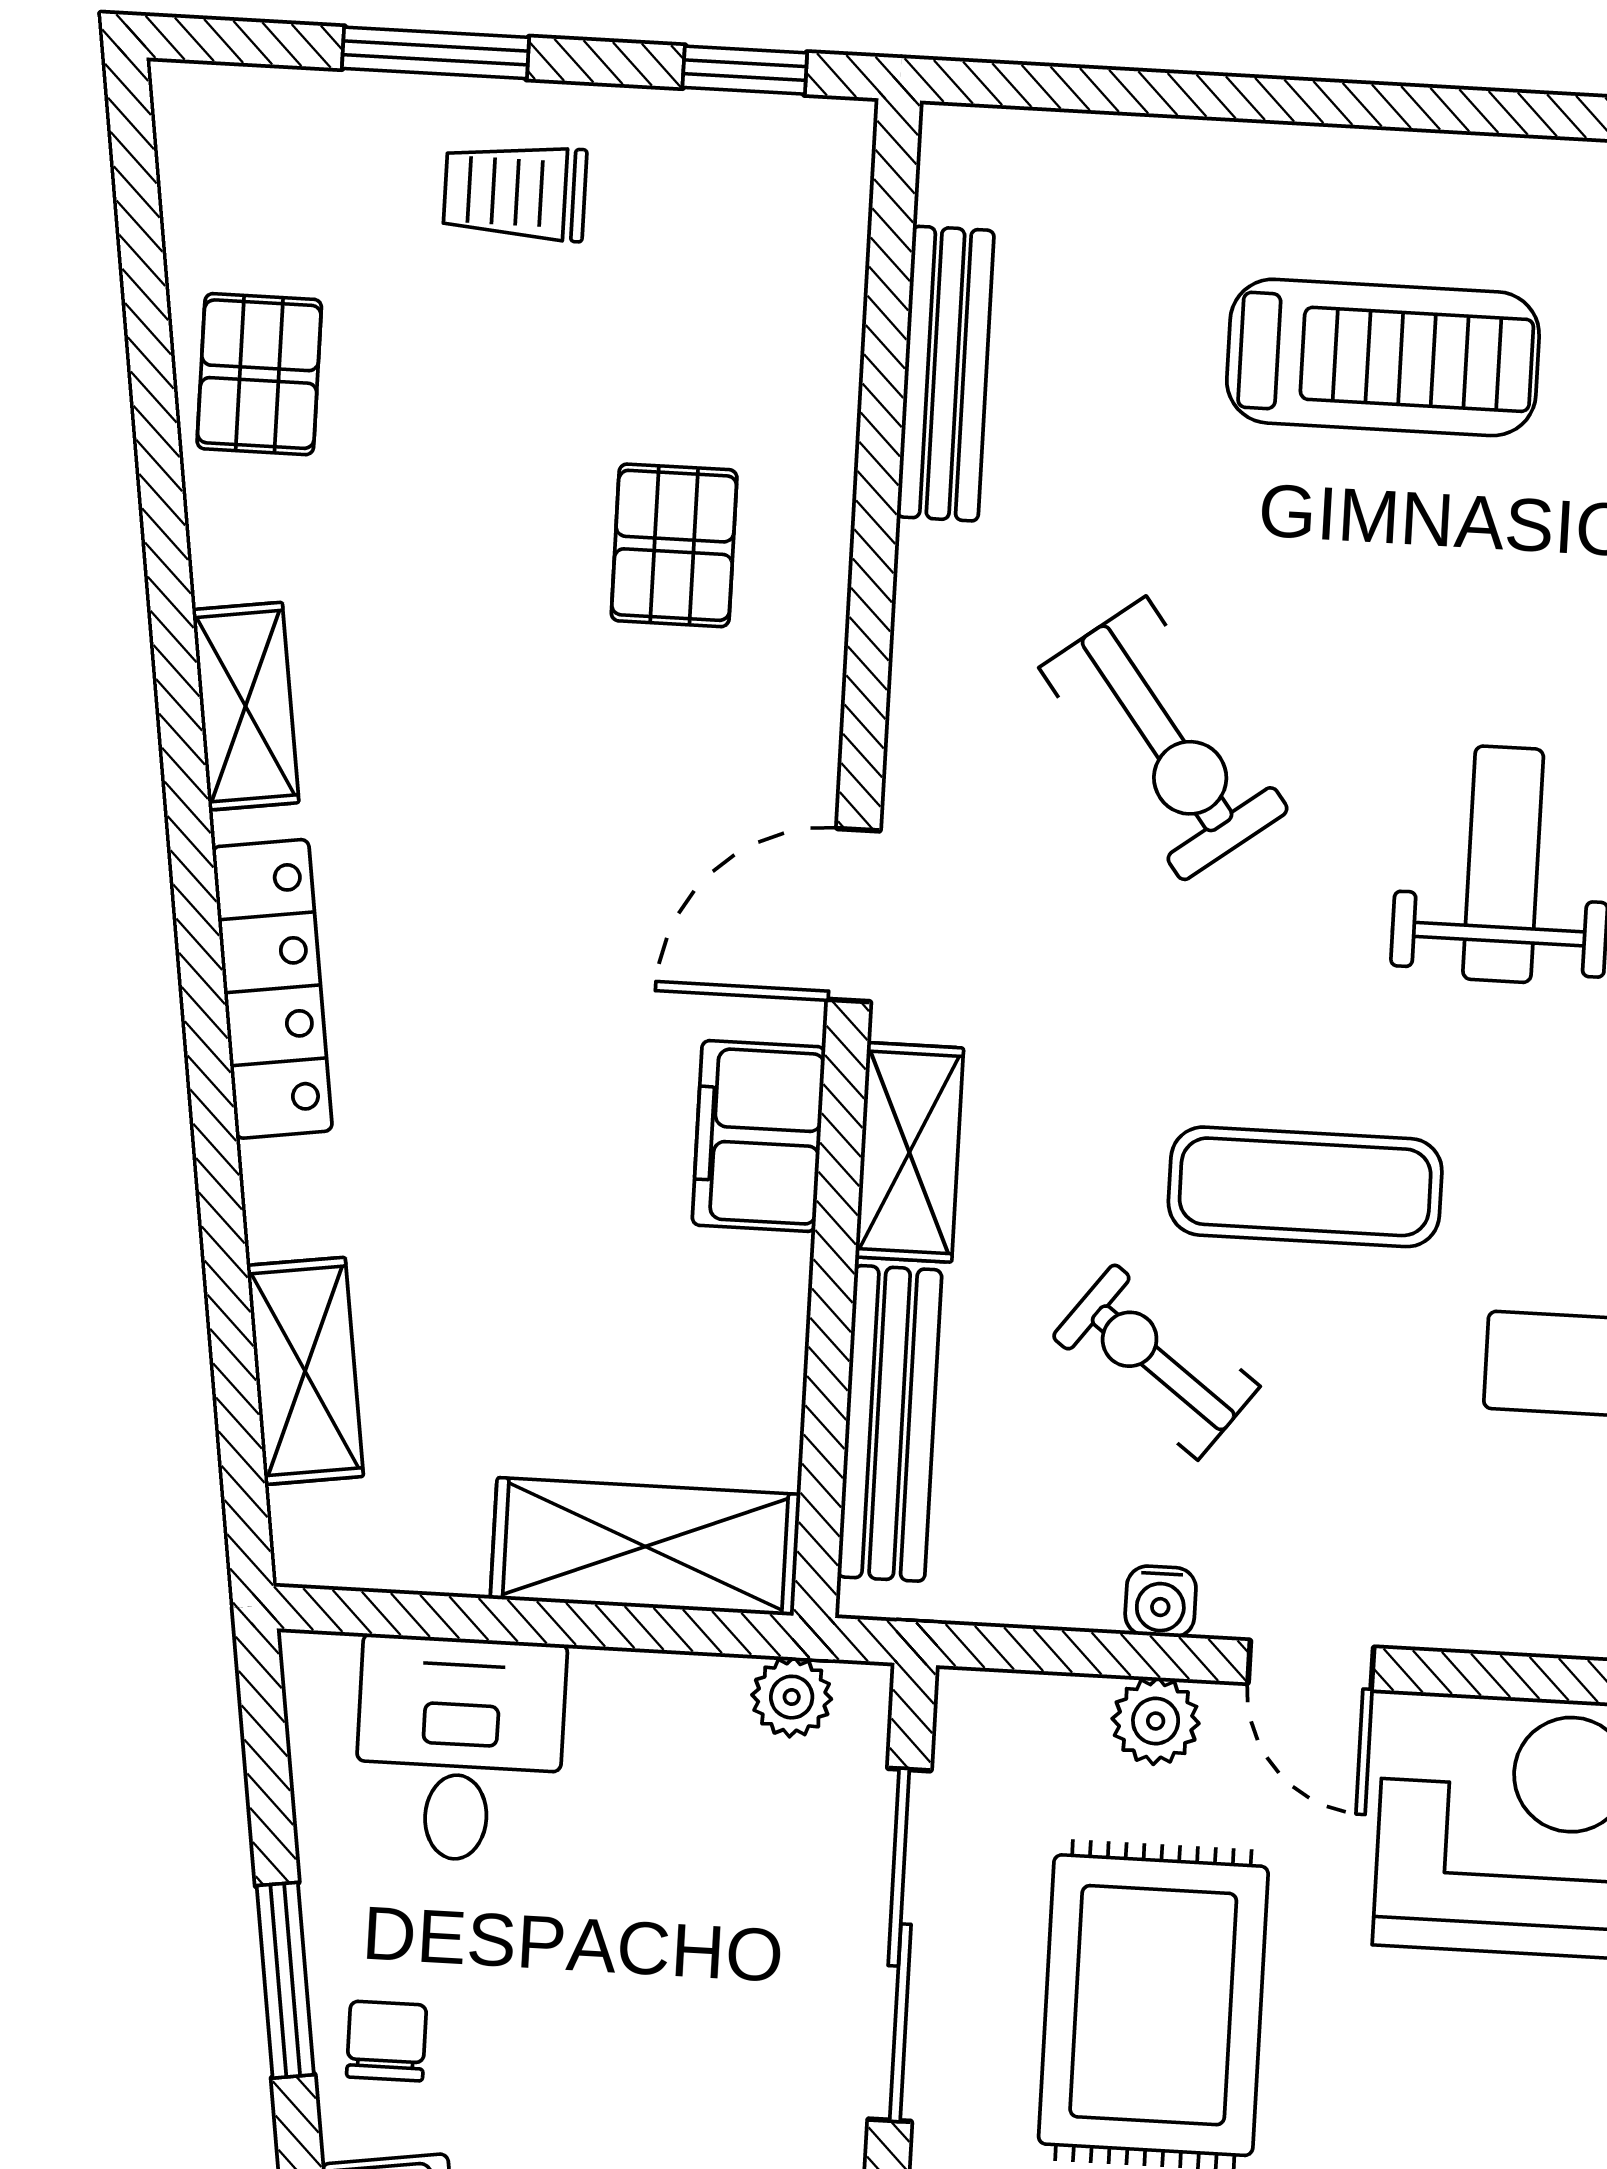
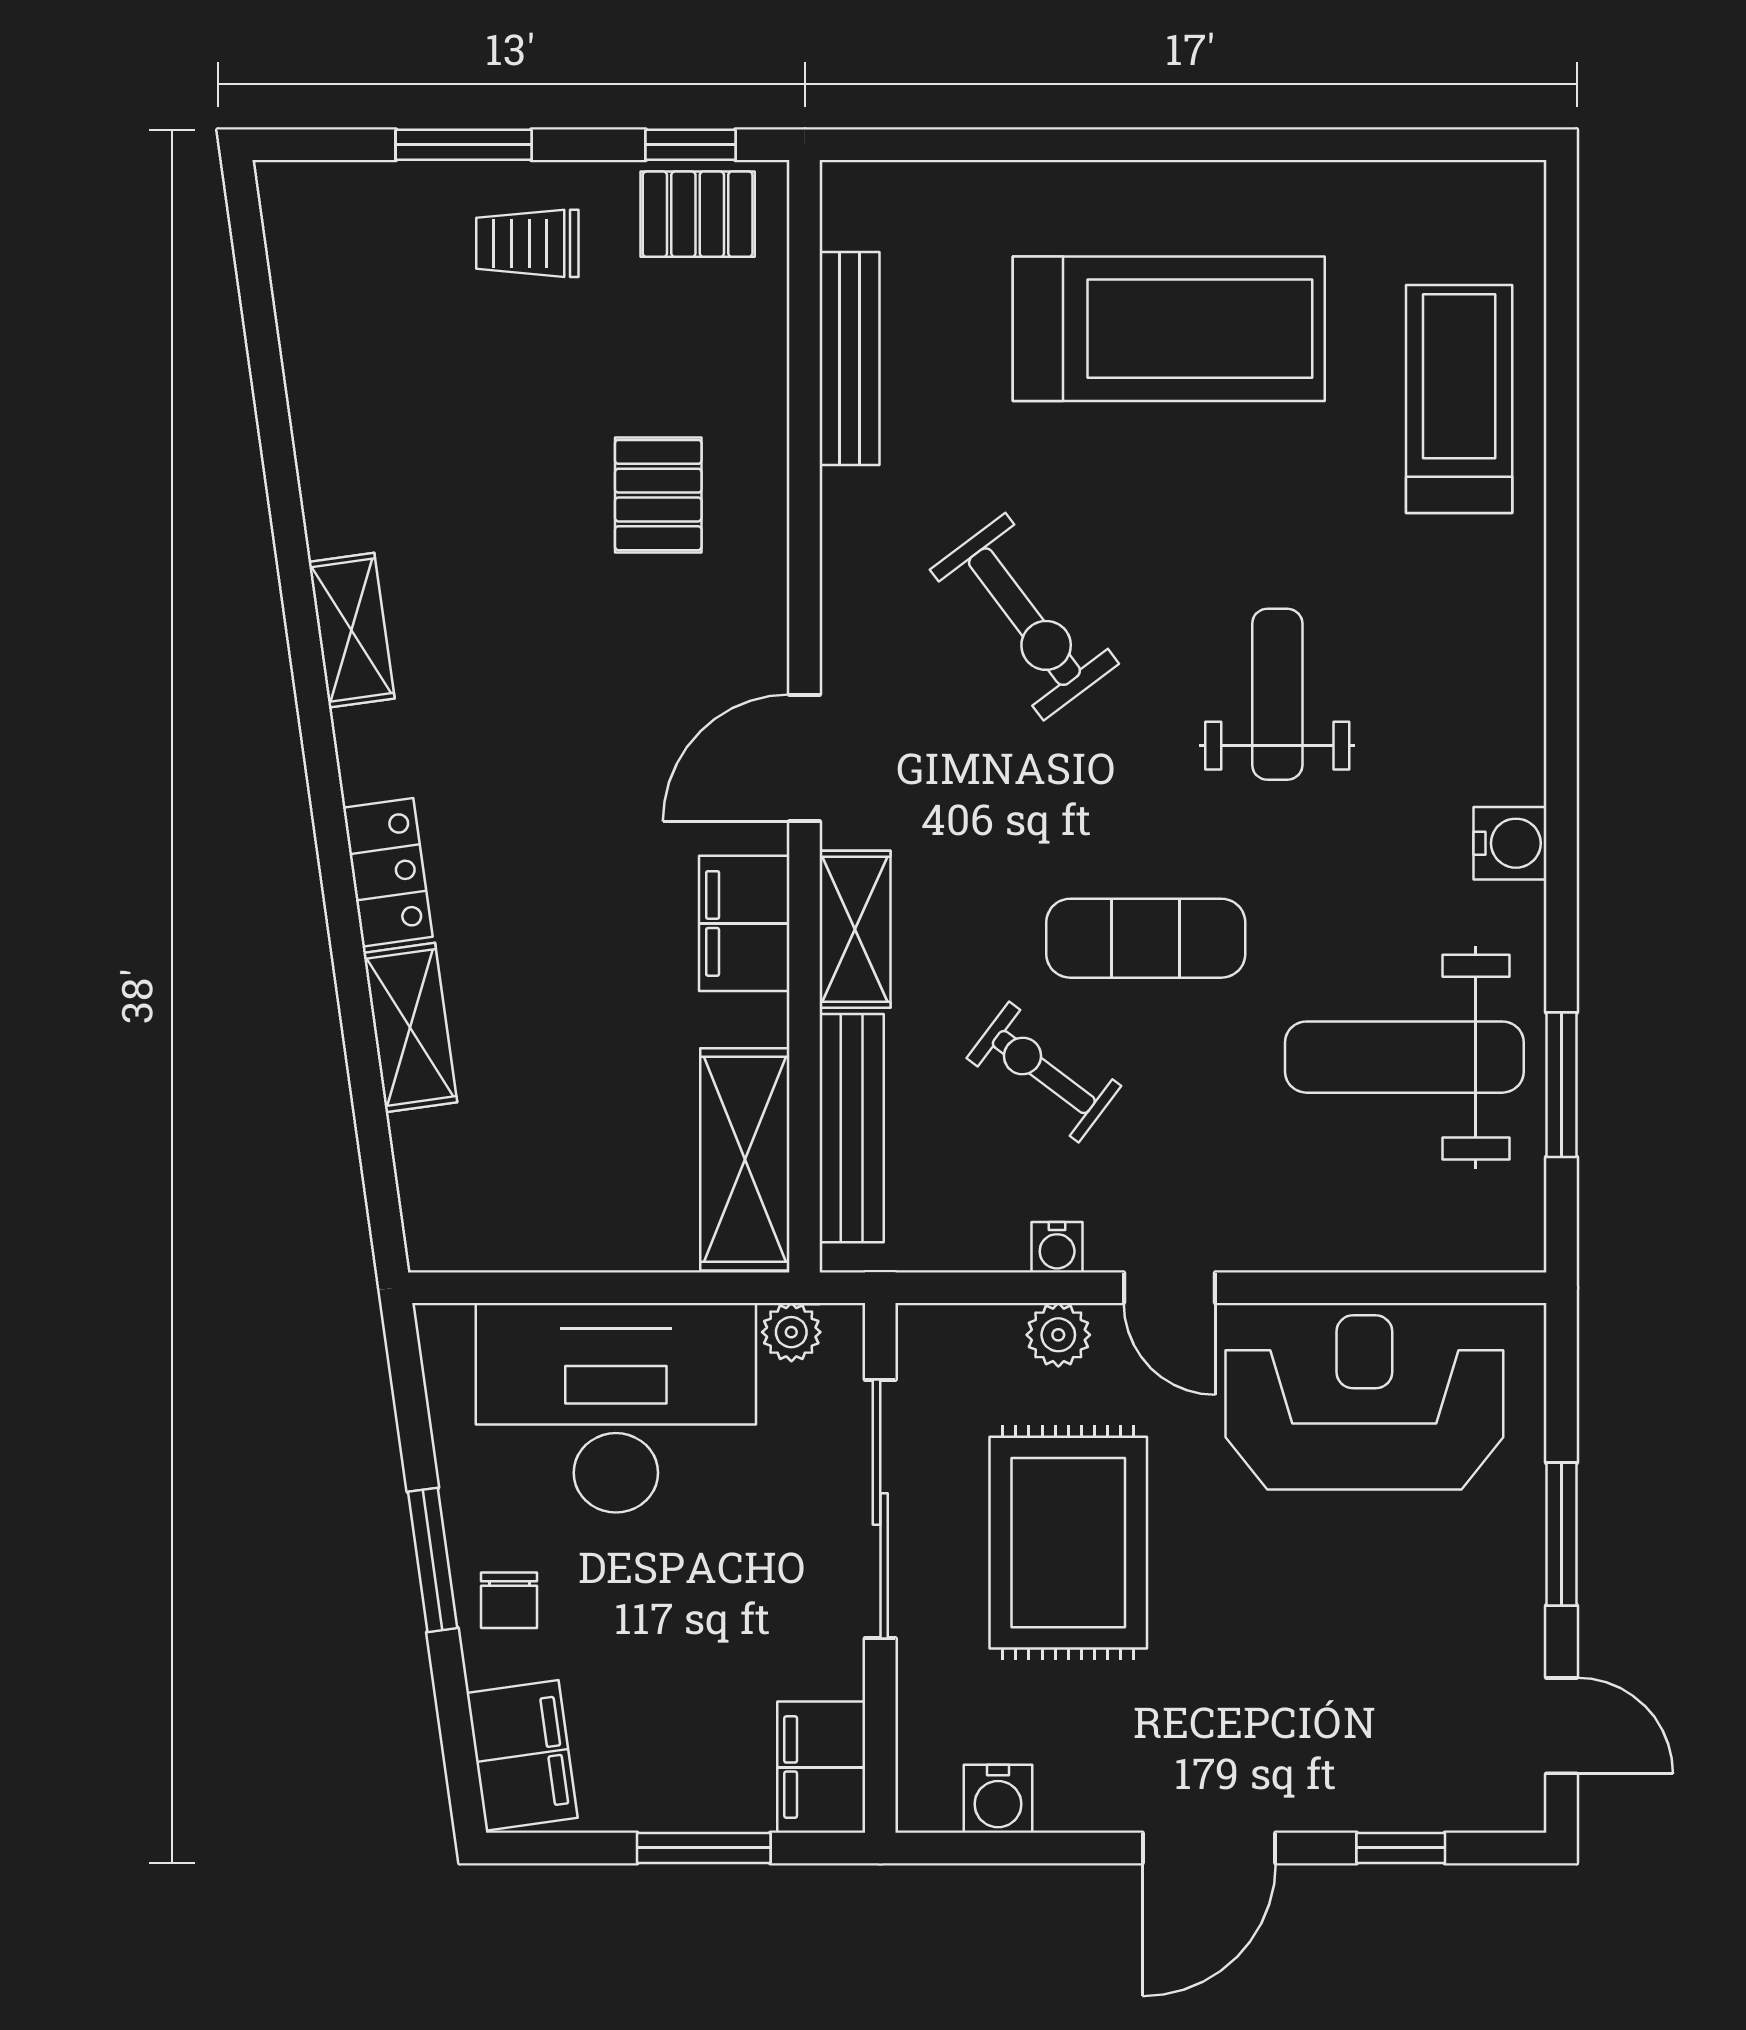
treadmill: (1383, 357) -> (1169, 329), width x1.37, depth x1.38
pallet: (259, 374) -> (698, 214), moved, turned 90
locker: (272, 989) -> (388, 872), width x0.66
shelving: (305, 1371) -> (410, 1028), moved
shelving: (645, 1547) -> (745, 1159), moved, turned 90
desk: (460, 1749) -> (616, 1408), width x1.87, depth x1.30
chair: (386, 2041) -> (509, 1600), turned 180

